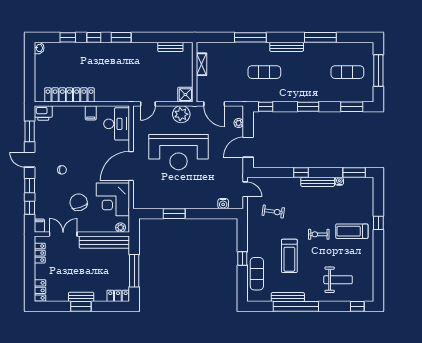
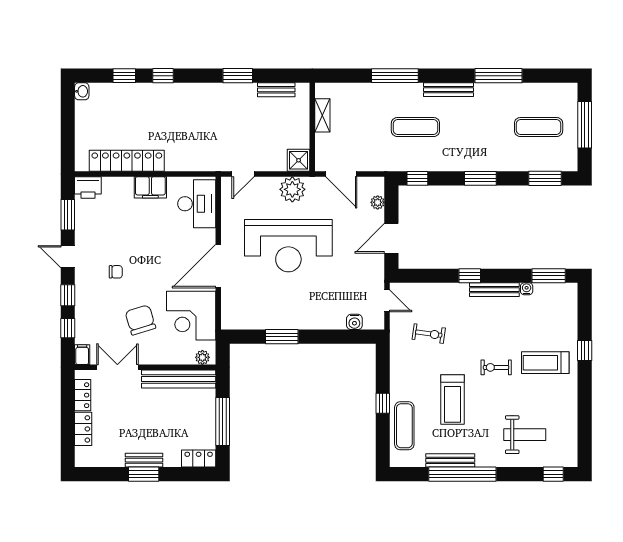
window: (121, 37) -> (238, 76), moved
filing cabinet: (91, 113) -> (150, 187), width x2.00
locker: (40, 290) -> (83, 429), moved

